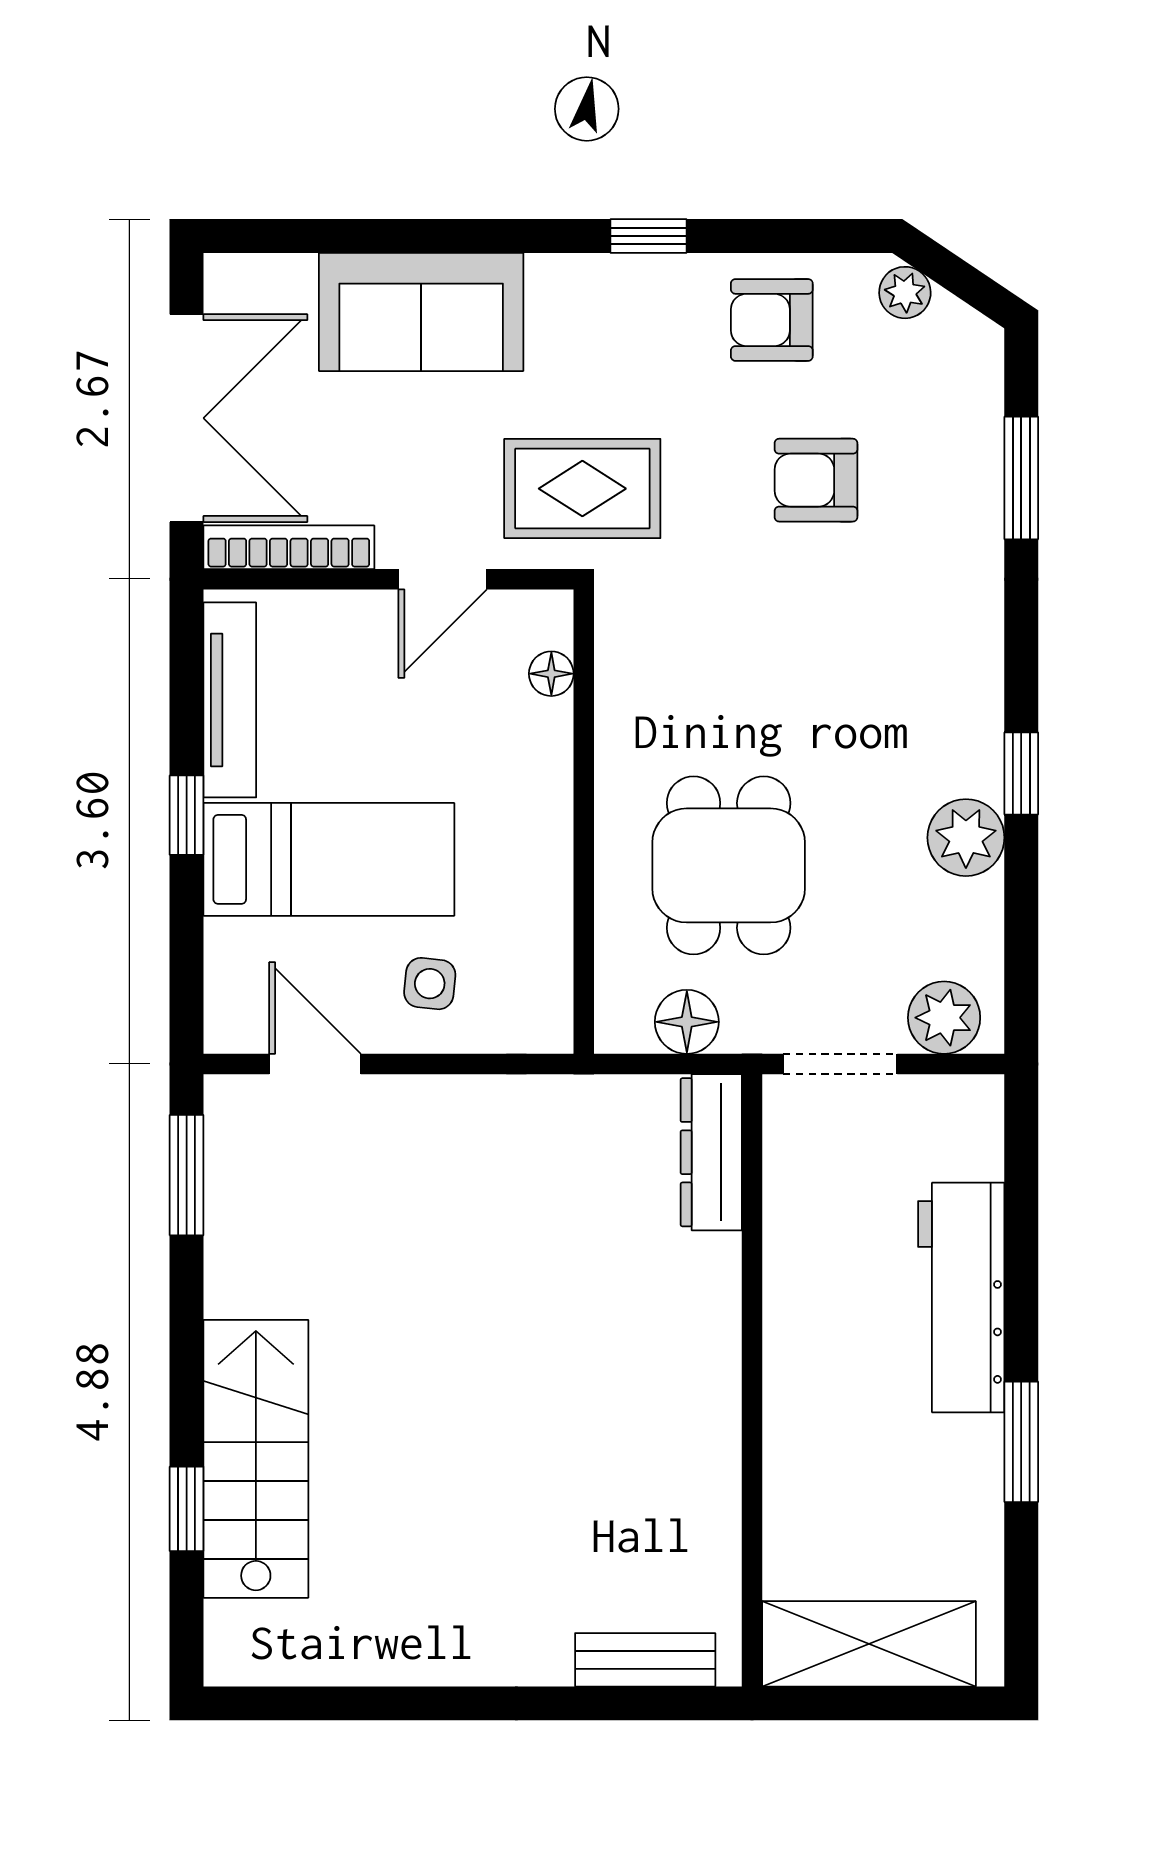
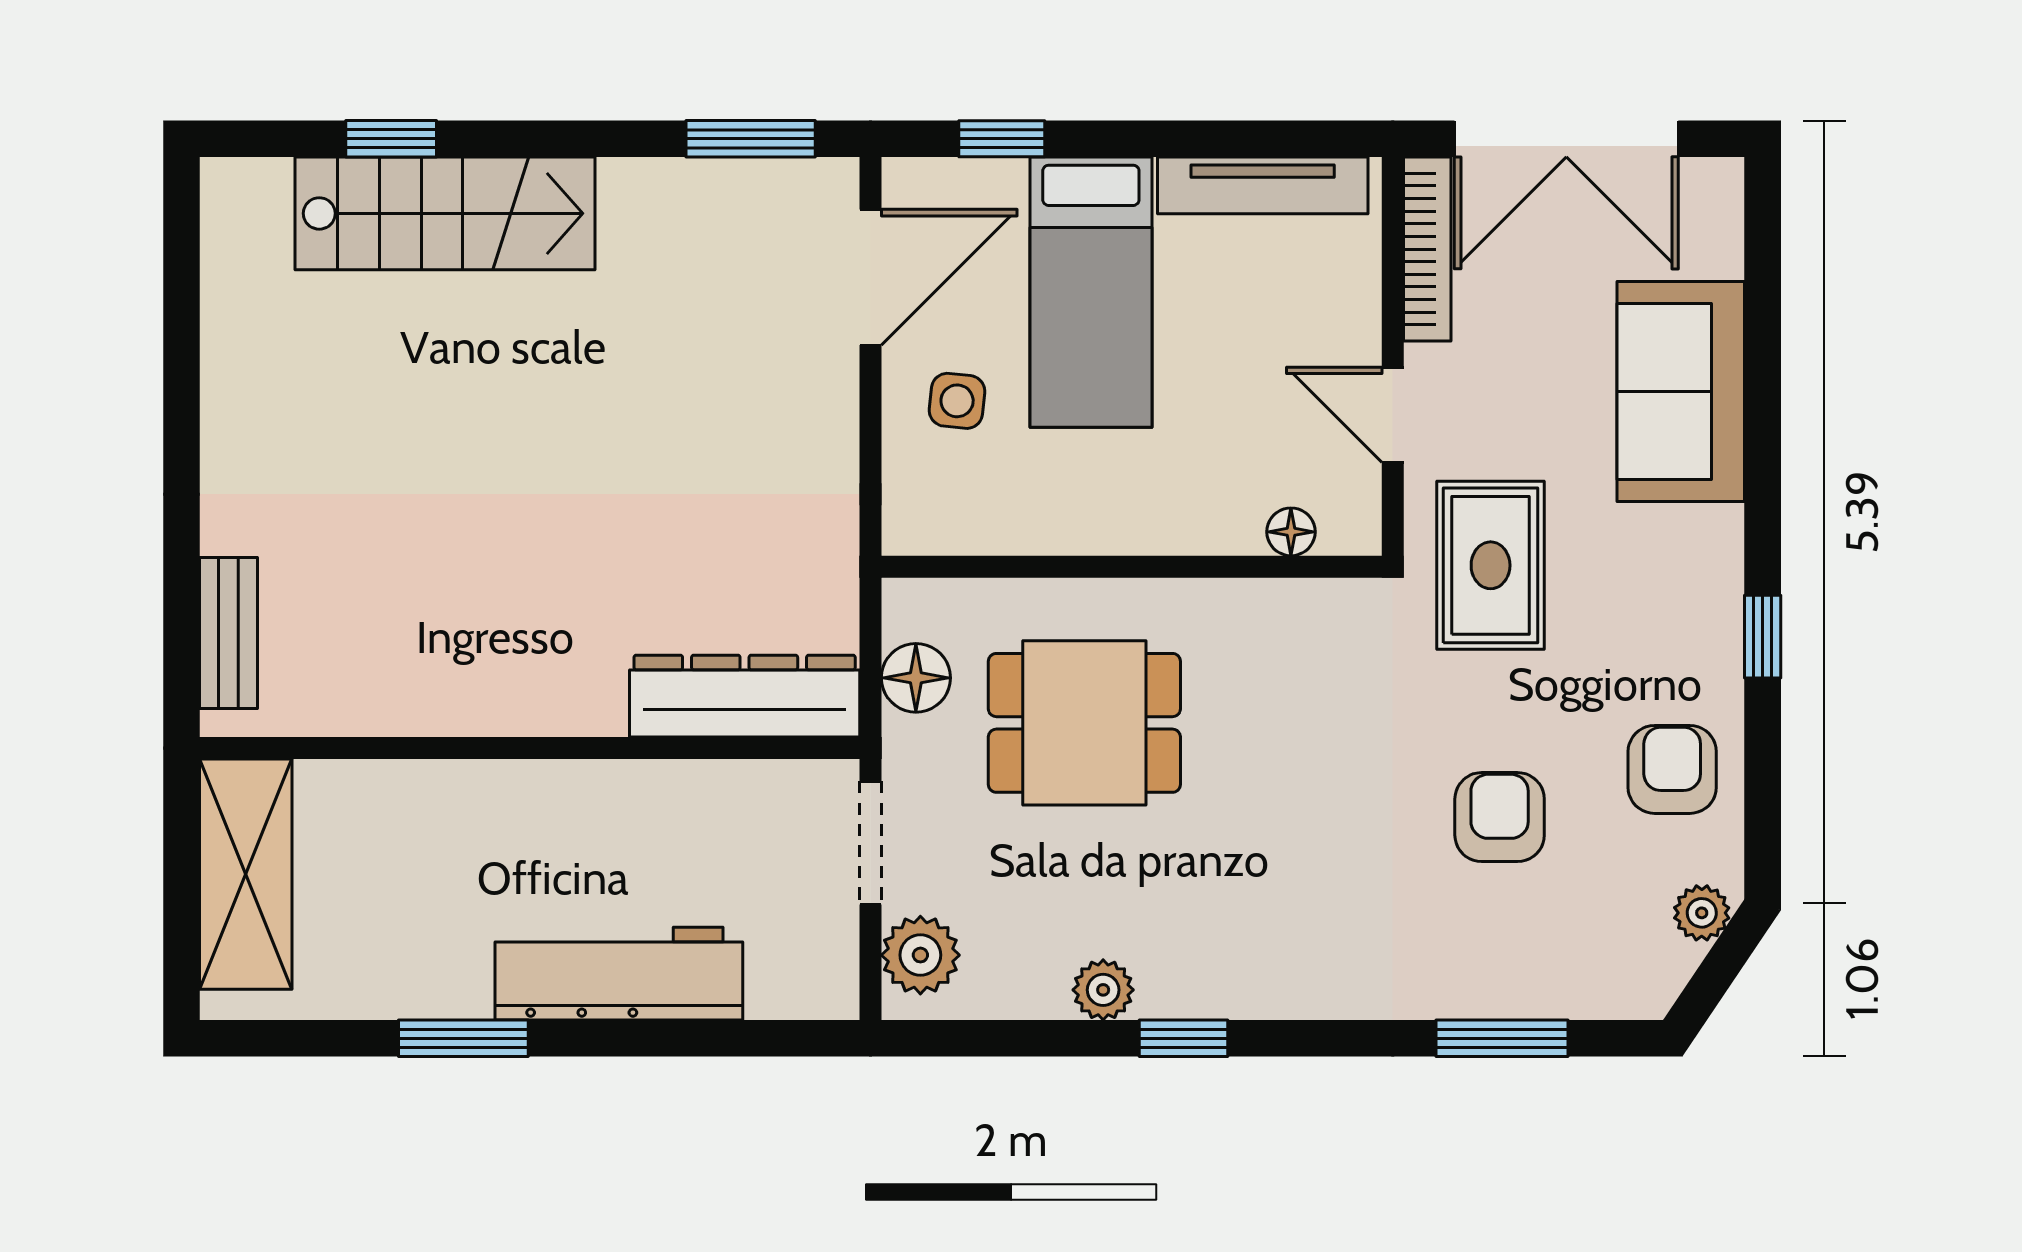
window: (187, 815) -> (1002, 139), moved
plant: (966, 838) -> (1103, 990), width x0.73, depth x0.73
door: (315, 1064) -> (871, 277), width x1.38
dresser: (711, 1152) -> (745, 696), width x1.37, depth x1.24

